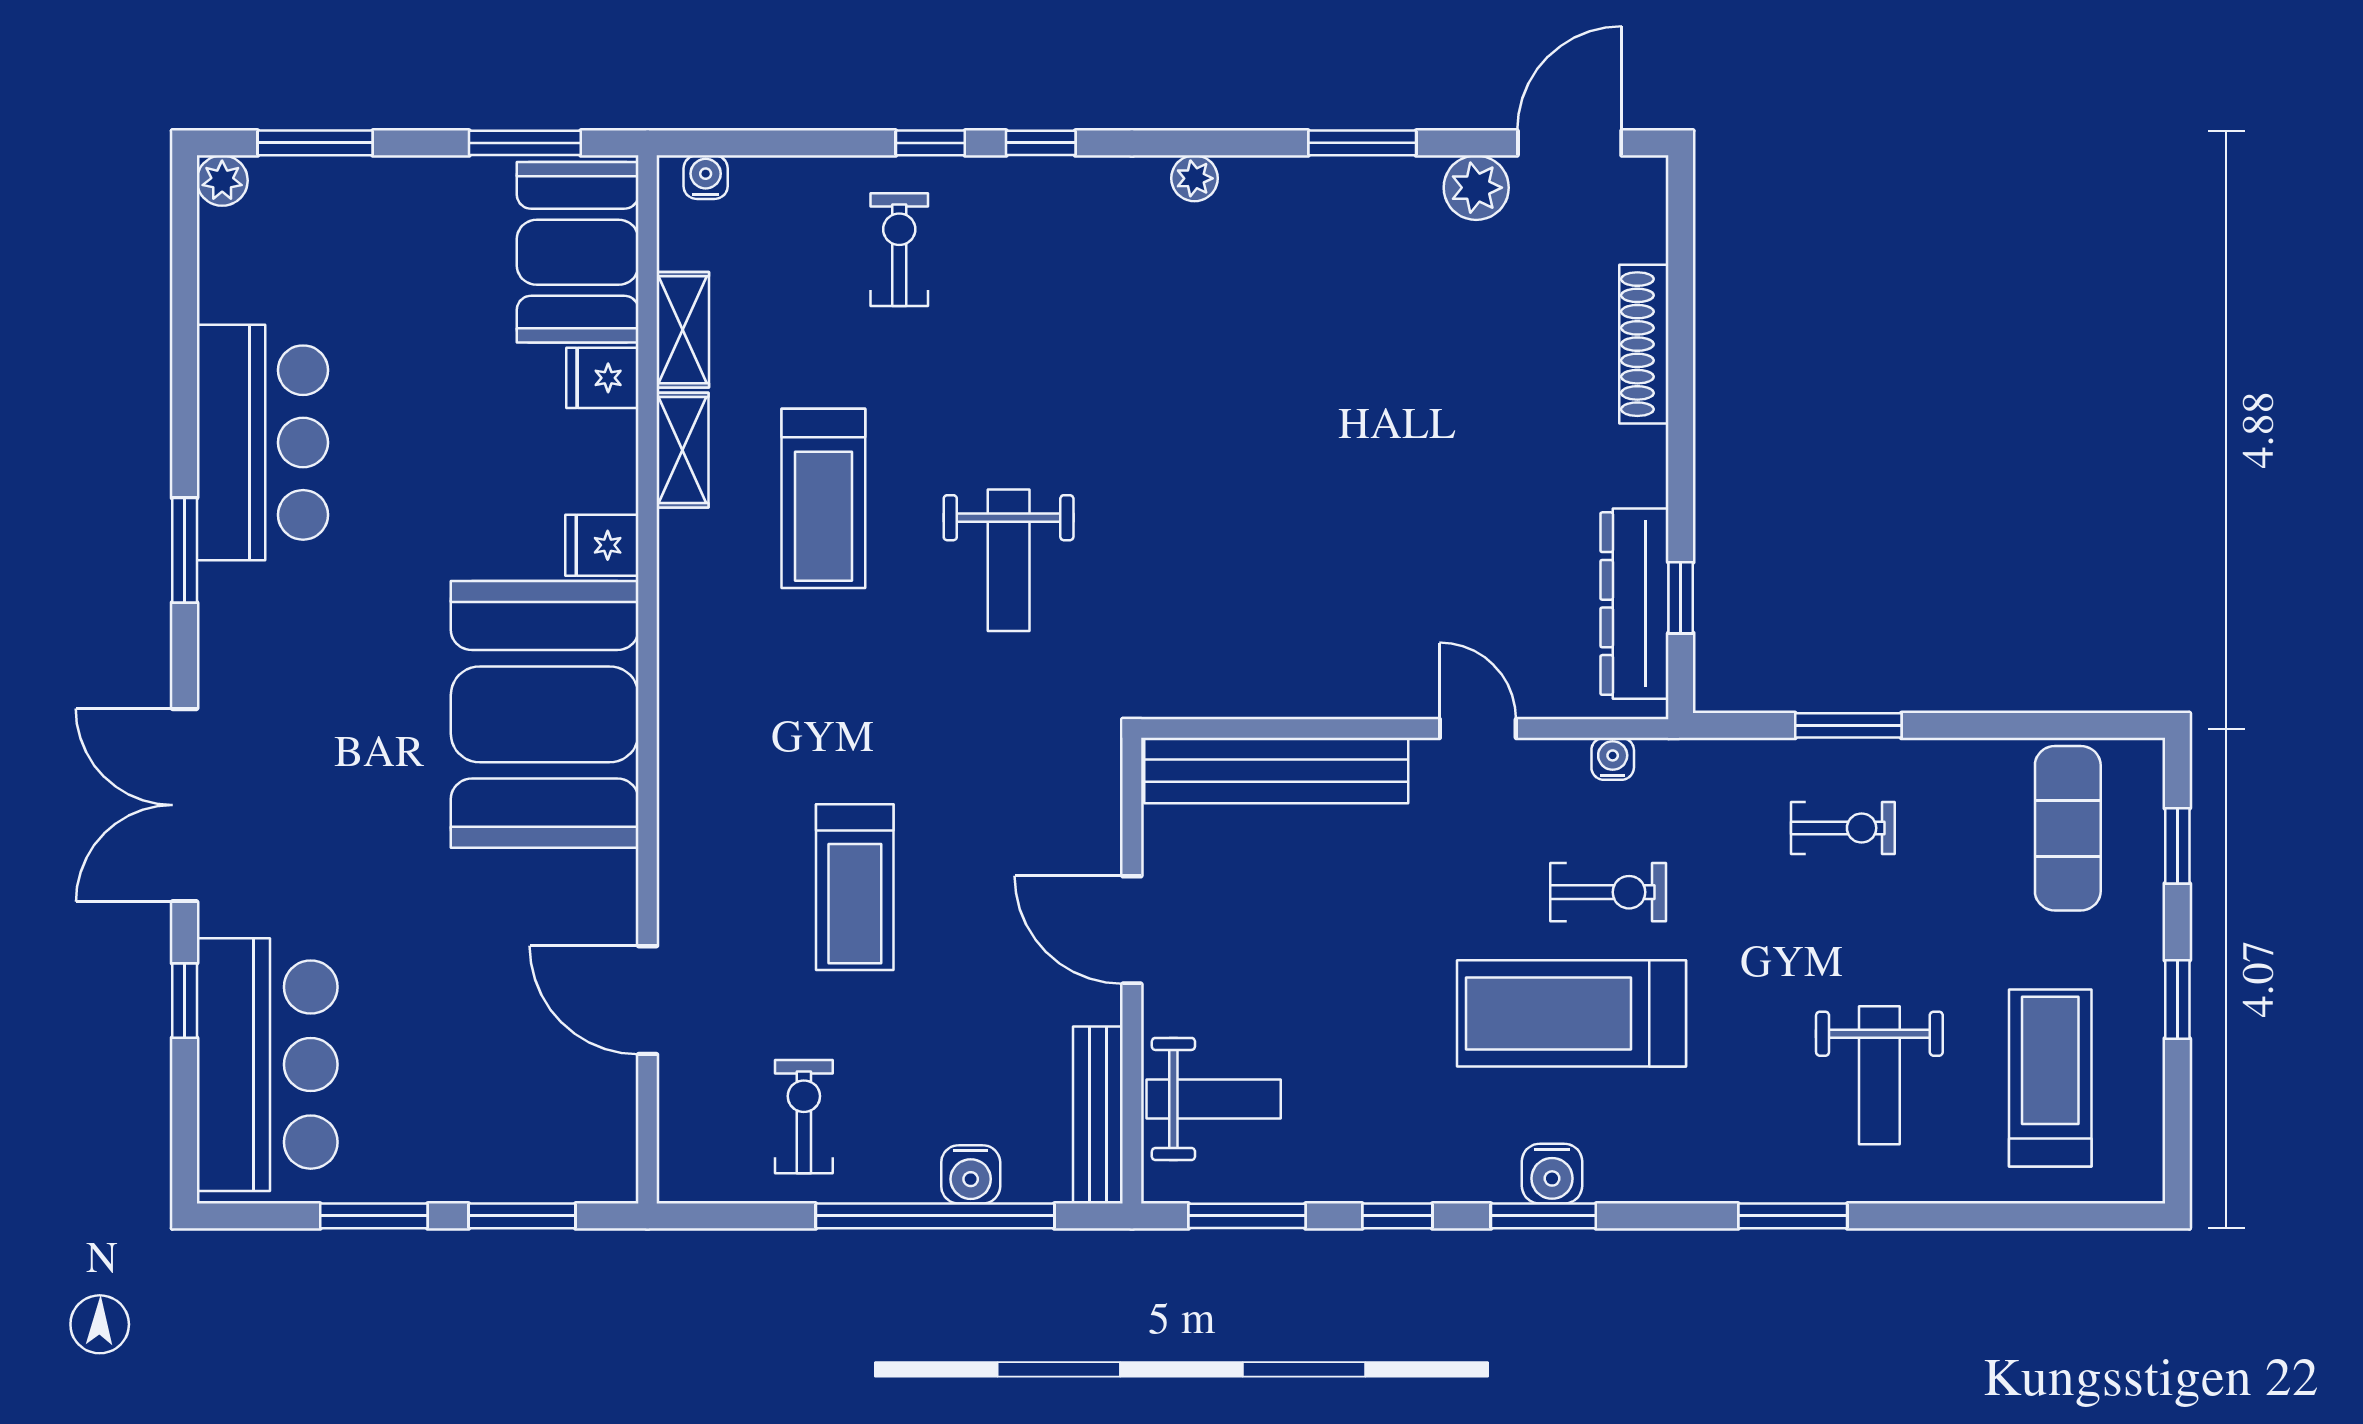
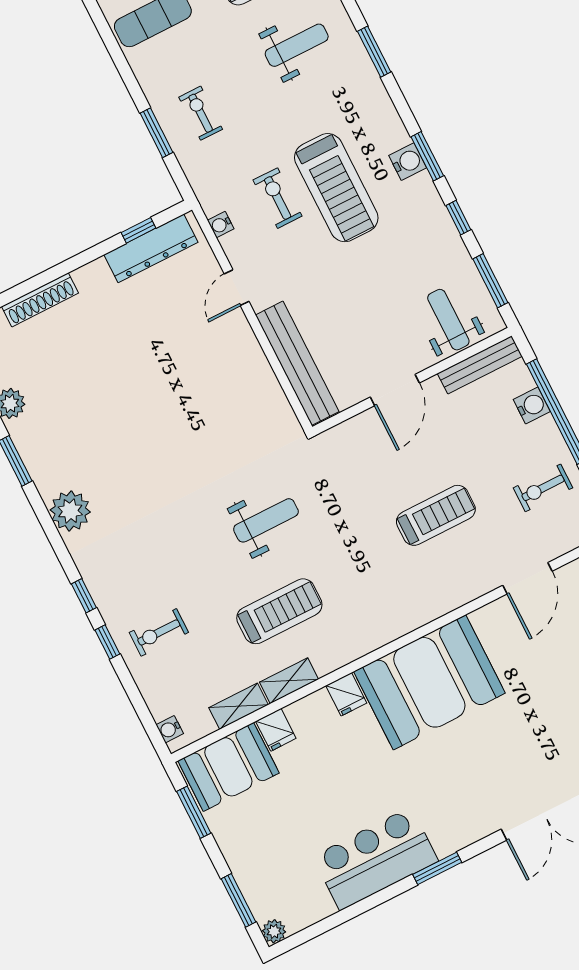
plant: (1195, 178) -> (70, 511), width x1.88, depth x1.88

